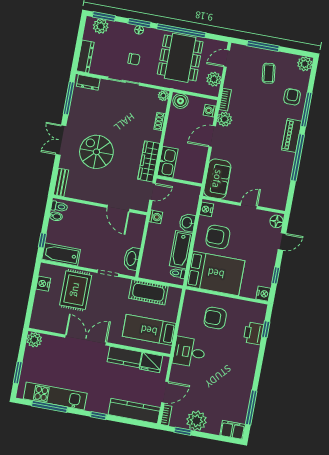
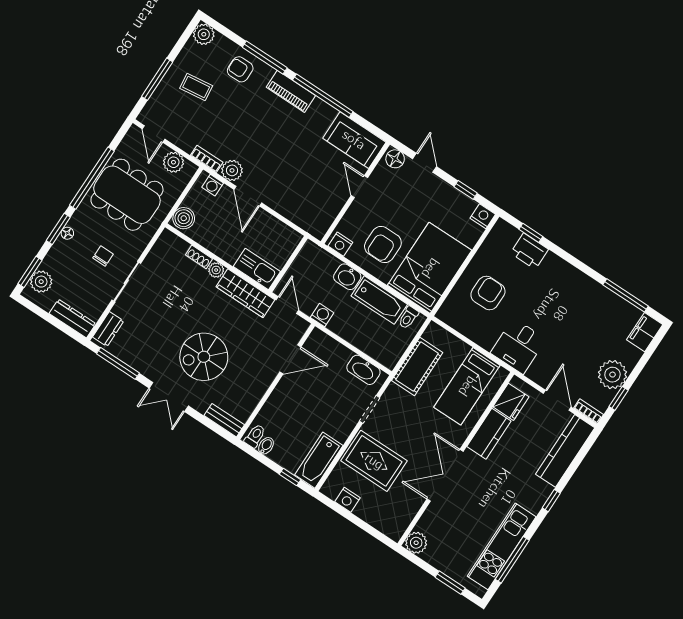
plant: (163, 96) -> (216, 270), moved
sofa: (217, 179) -> (354, 140), moved, turned 180
armchair: (215, 318) -> (488, 293), turned 180

